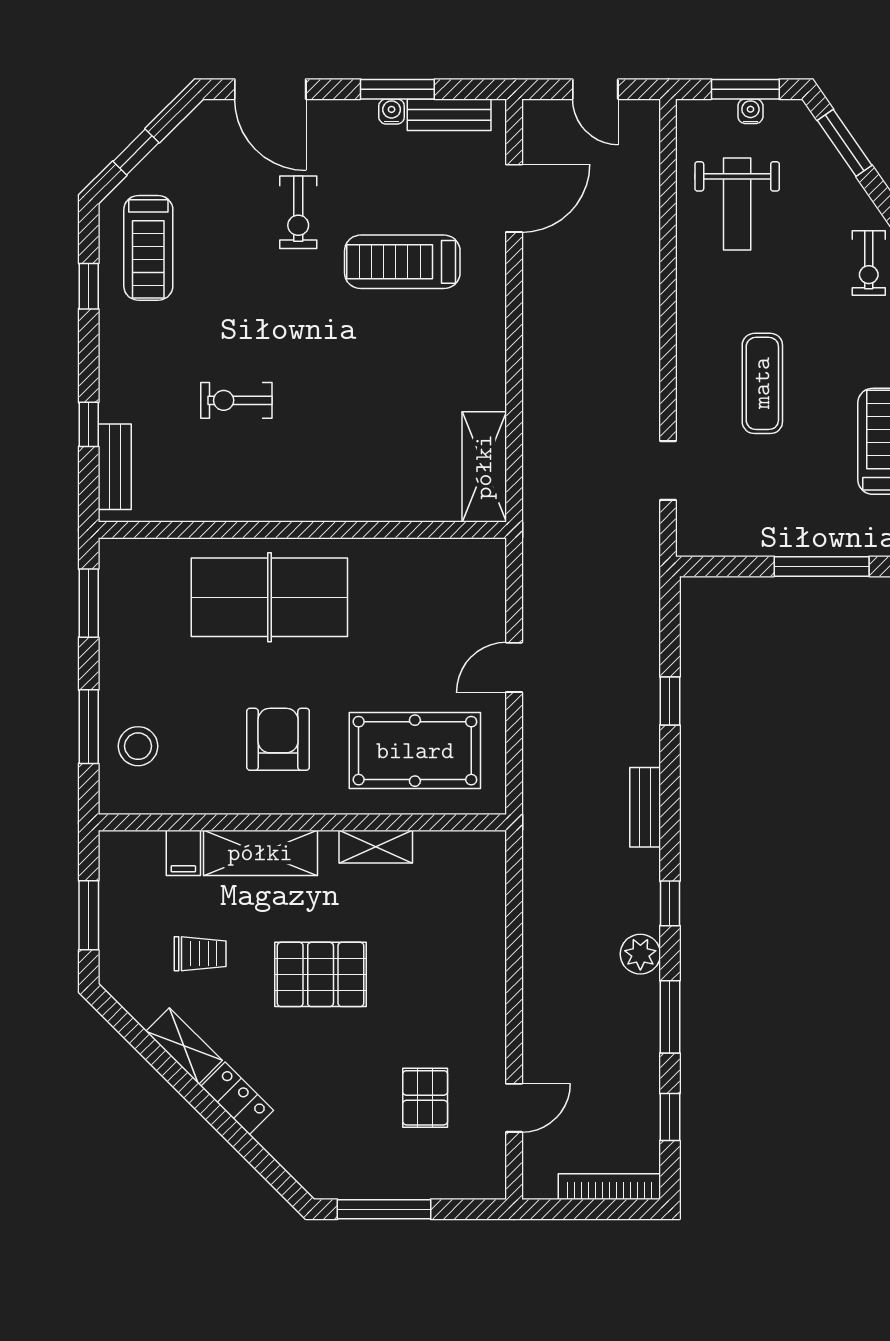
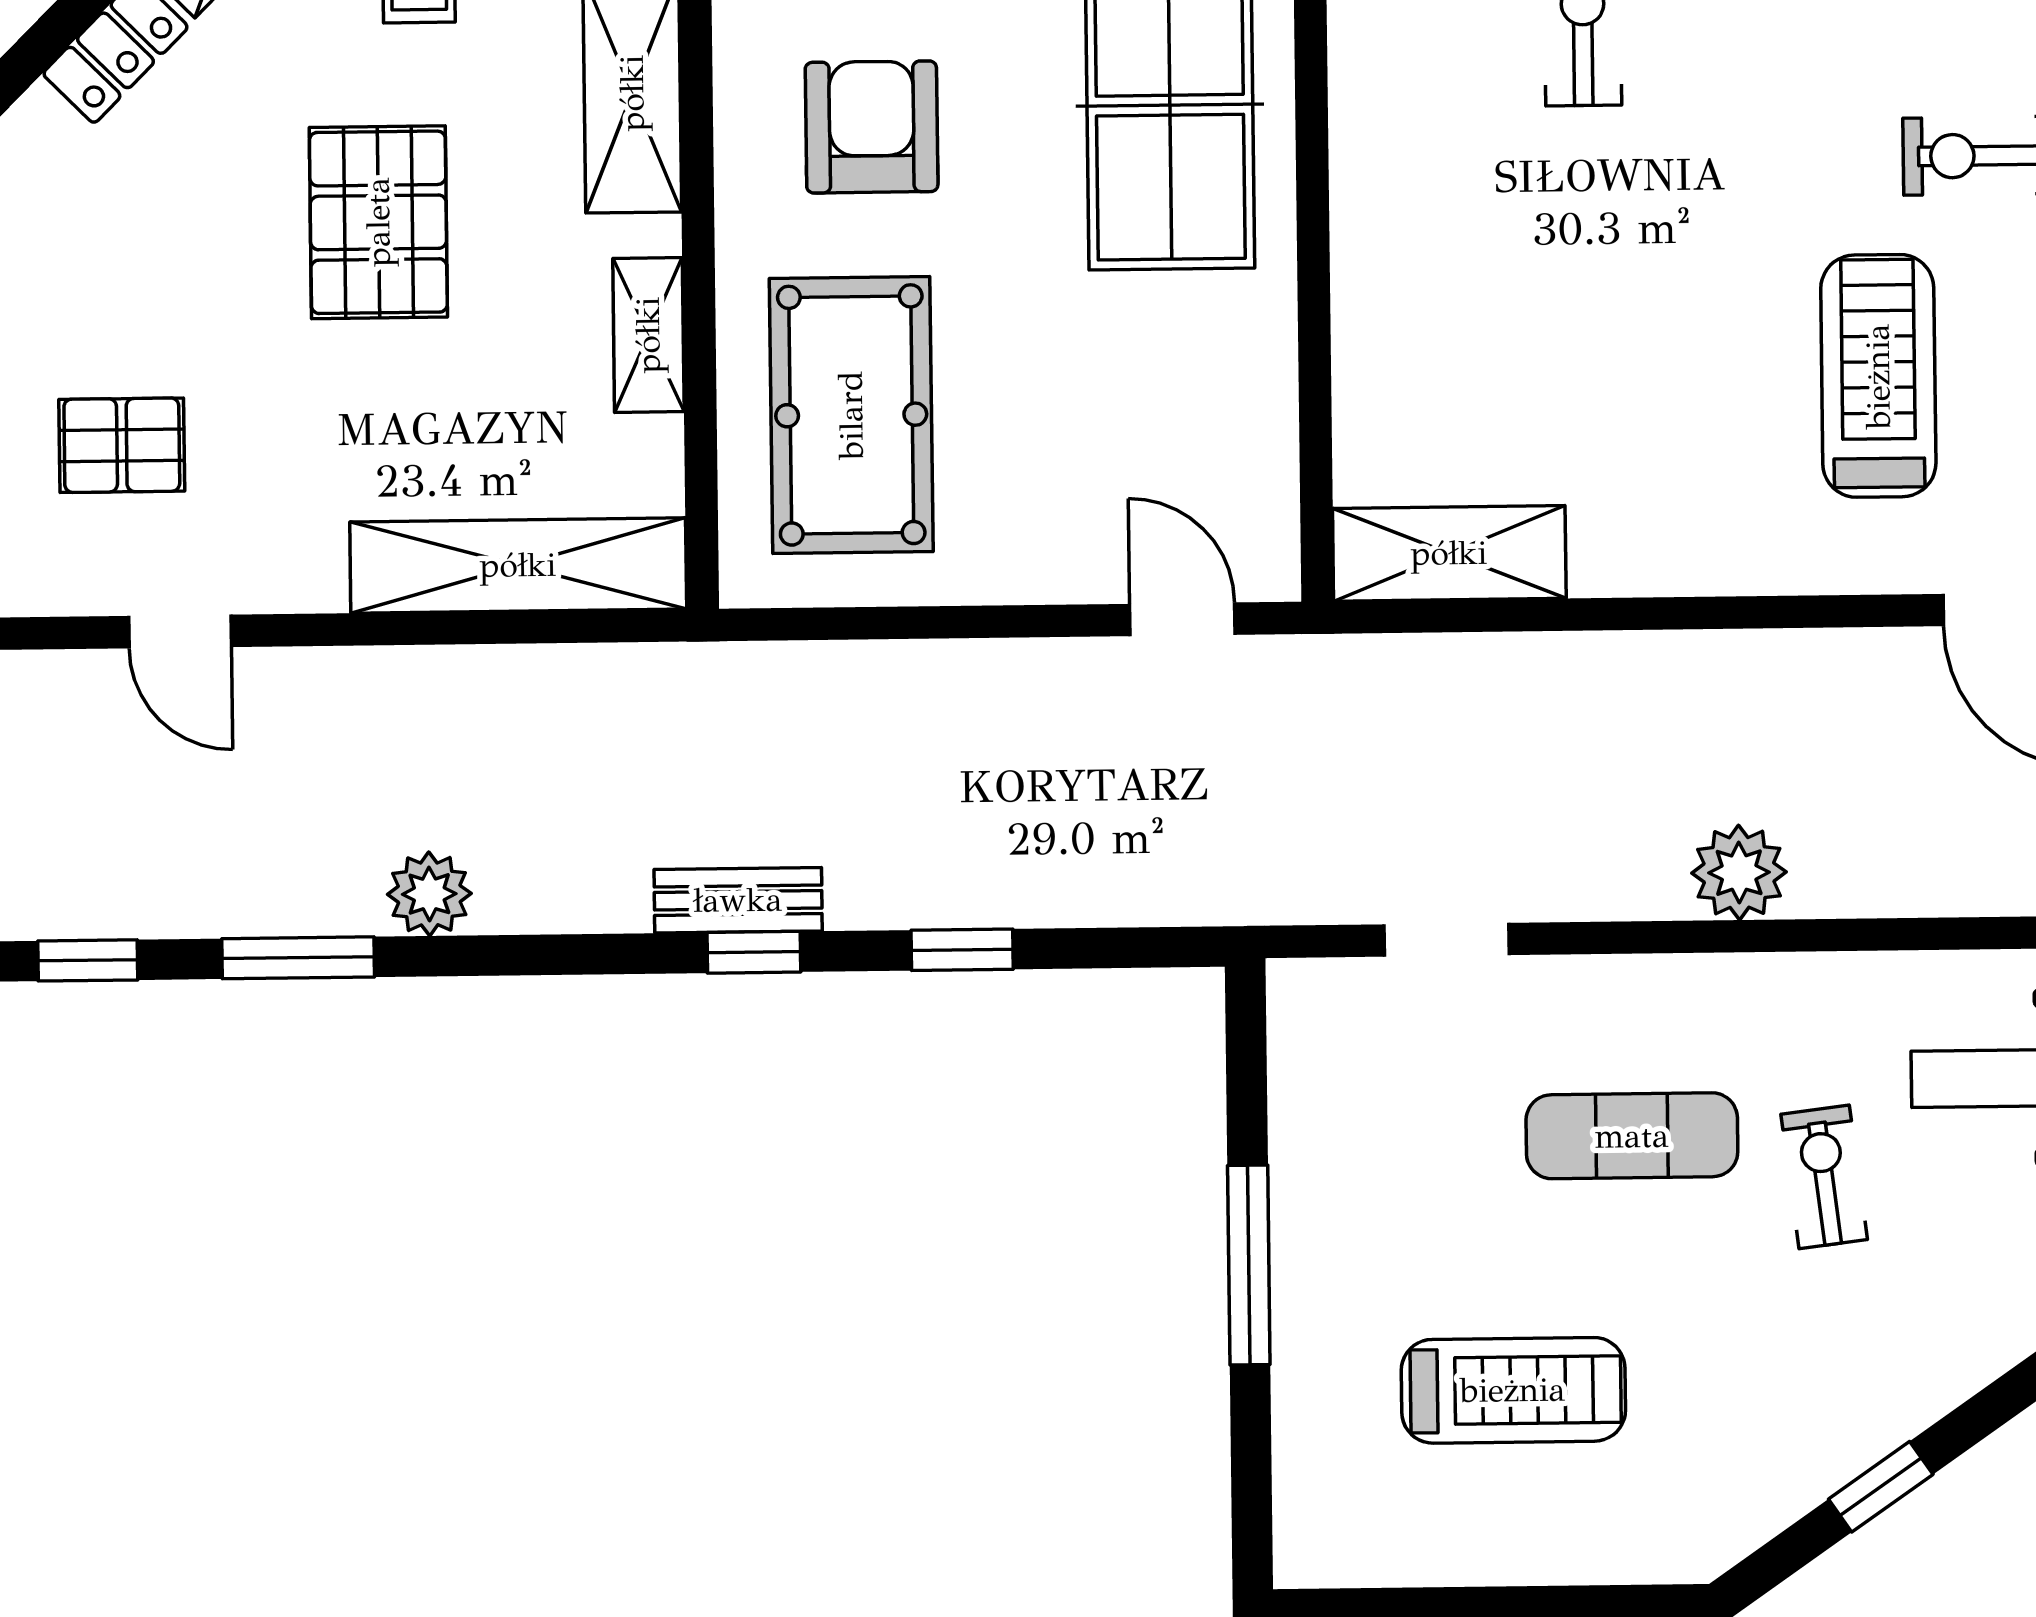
exercise bike: (869, 263) -> (1824, 1177), moved, turned 83
plant: (638, 331) -> (1739, 873), added
door: (514, 667) -> (1182, 619), moved
armchair: (278, 739) -> (872, 127), turned -90
window: (670, 903) -> (754, 952), moved
shelving: (485, 910) -> (518, 565), added
door: (514, 1108) -> (180, 632), moved

